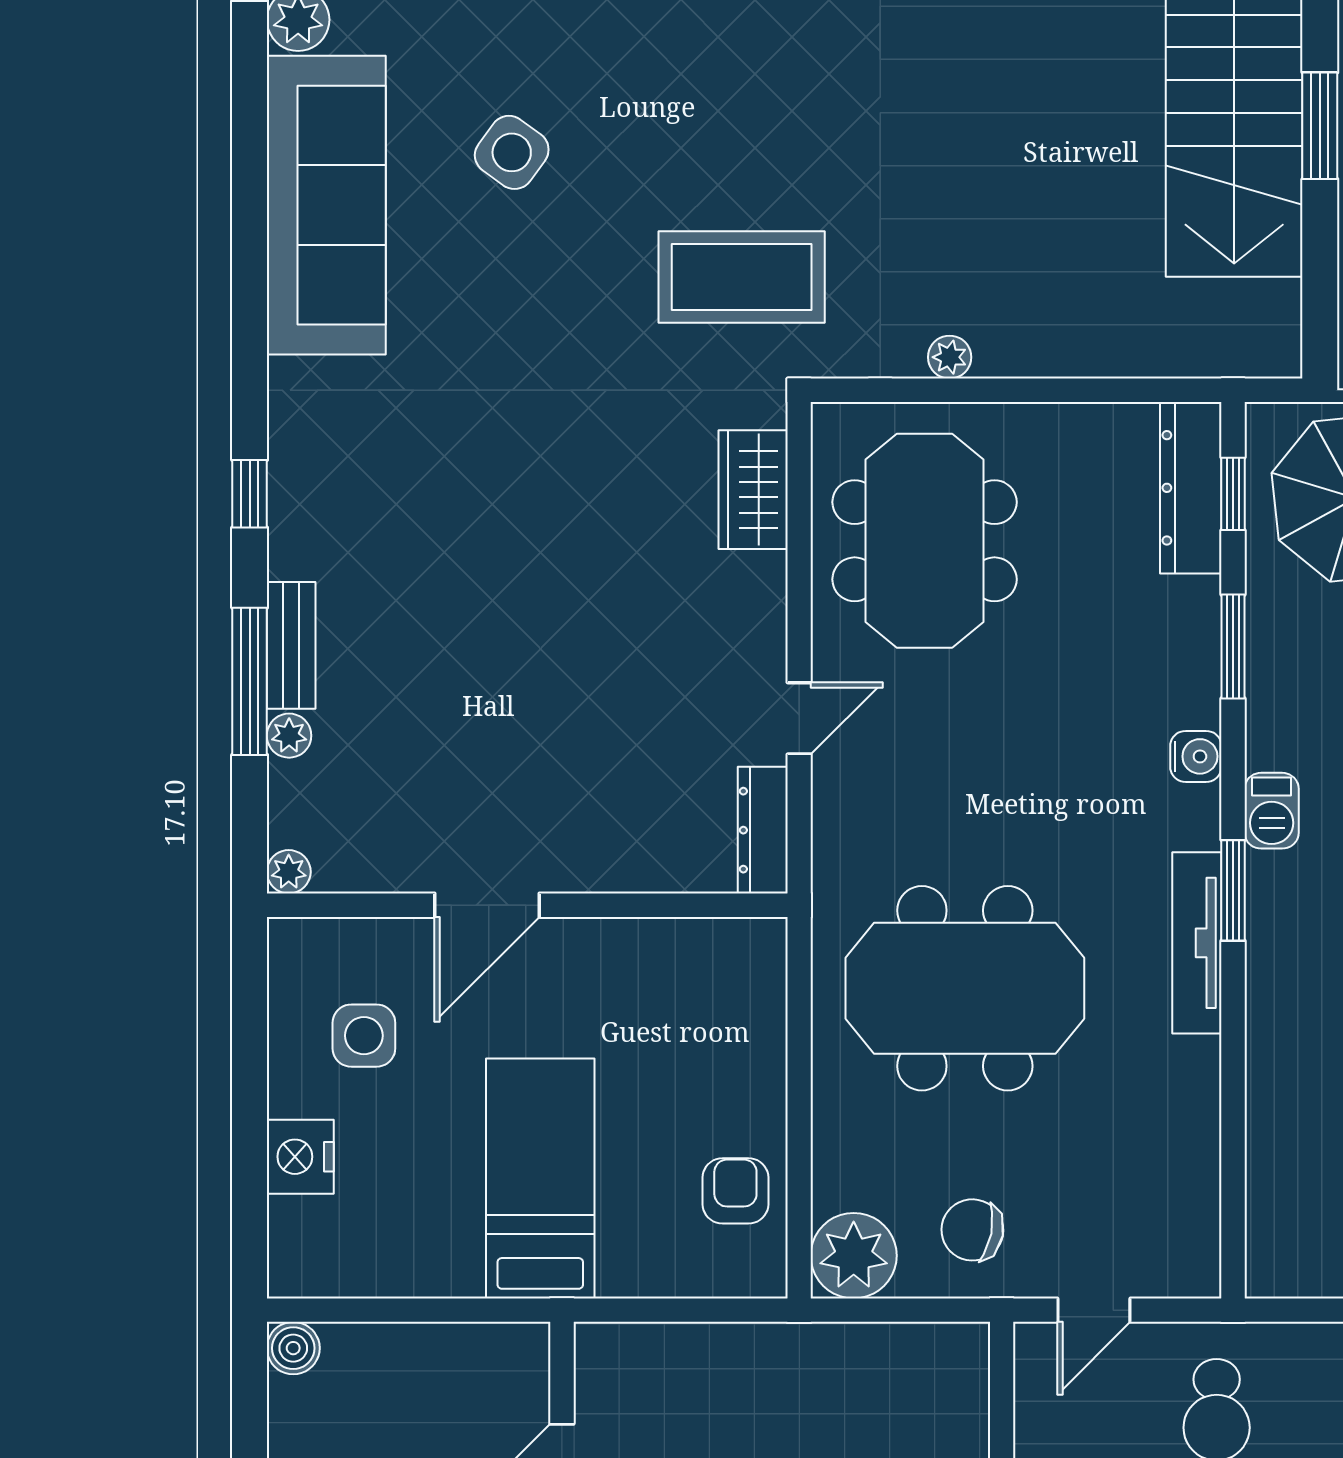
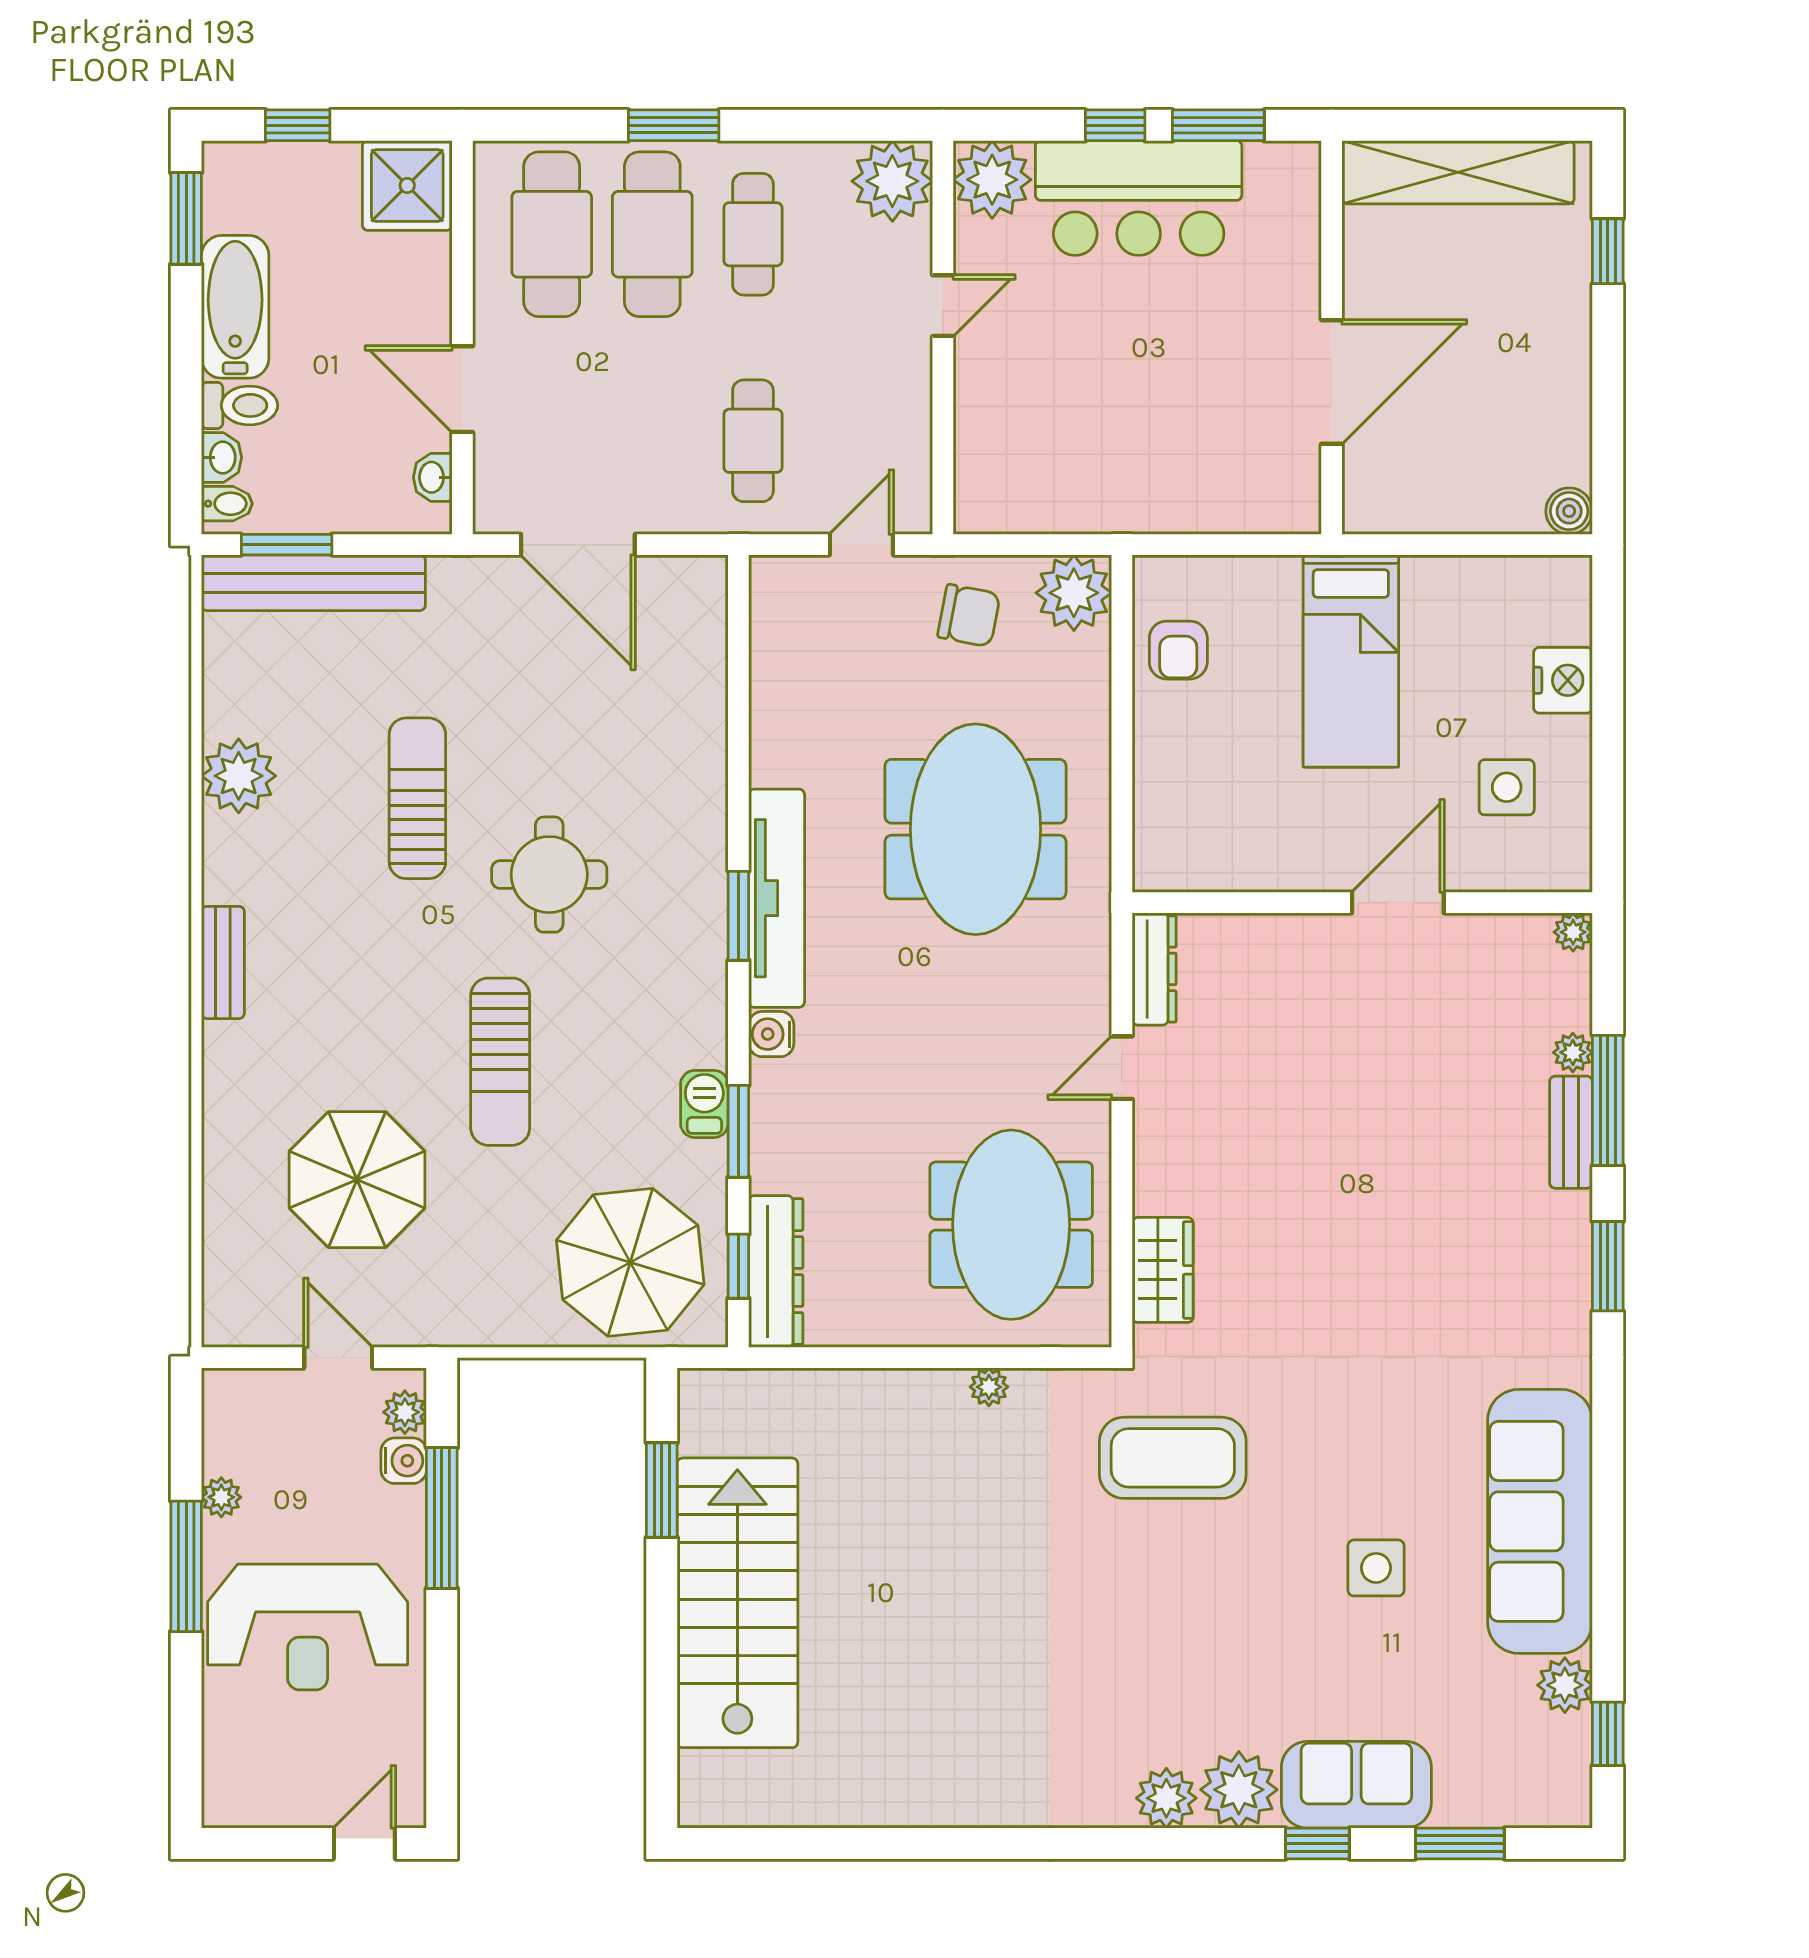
window: (1320, 126) -> (662, 1490), moved
side table: (512, 152) -> (1376, 1568), turned -36
window: (250, 494) -> (1608, 1266), width x1.50
barbecue: (1272, 811) -> (704, 1104), moved
tv unit: (1197, 943) -> (777, 898), width x1.36, depth x1.29
meeting table: (965, 988) -> (976, 829), turned 90

